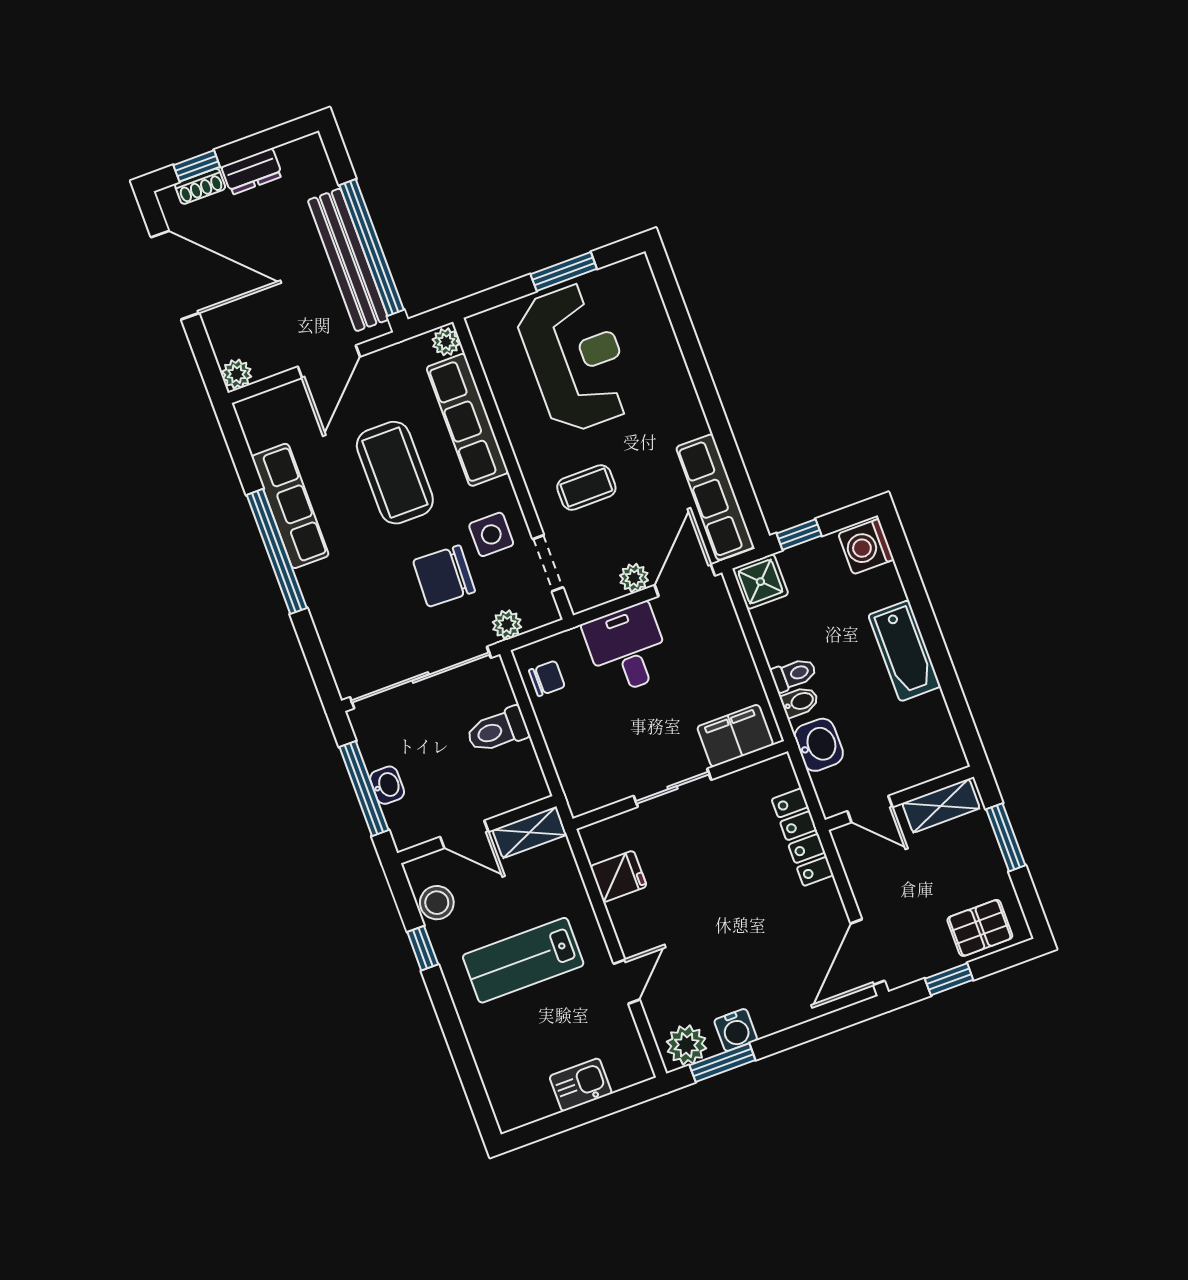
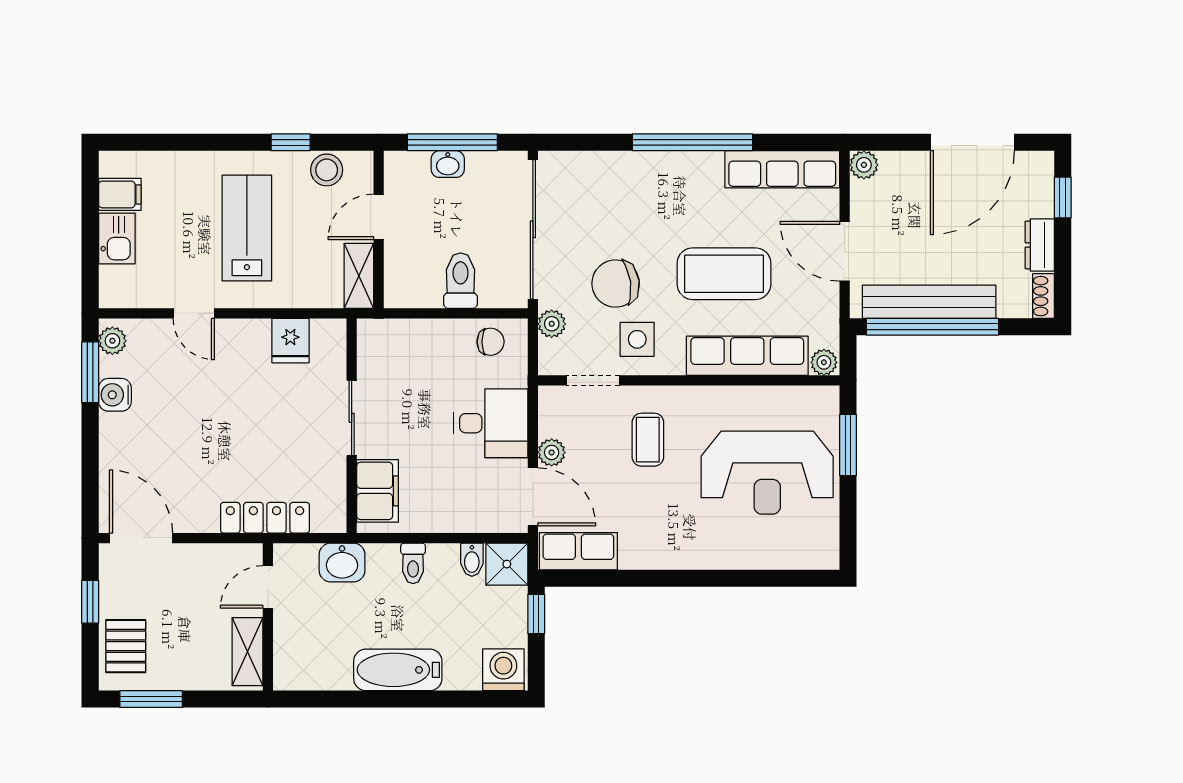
shoe rack: (200, 186) -> (1043, 296), moved
window: (564, 271) -> (848, 445), moved
row of seats: (715, 497) -> (578, 551), width x0.68
row of seats: (290, 506) -> (782, 169), moved
chair: (444, 576) -> (616, 284), turned -100
chair: (547, 678) -> (491, 342), turned -90
bidet: (800, 702) -> (472, 560), moved
window: (1006, 837) -> (151, 699), moved
plant: (687, 1045) -> (112, 341), width x0.73, depth x0.73
filing cabinet: (536, 1098) -> (120, 194), added

